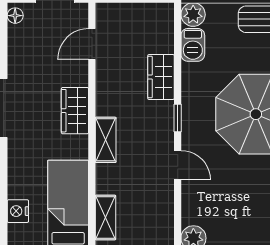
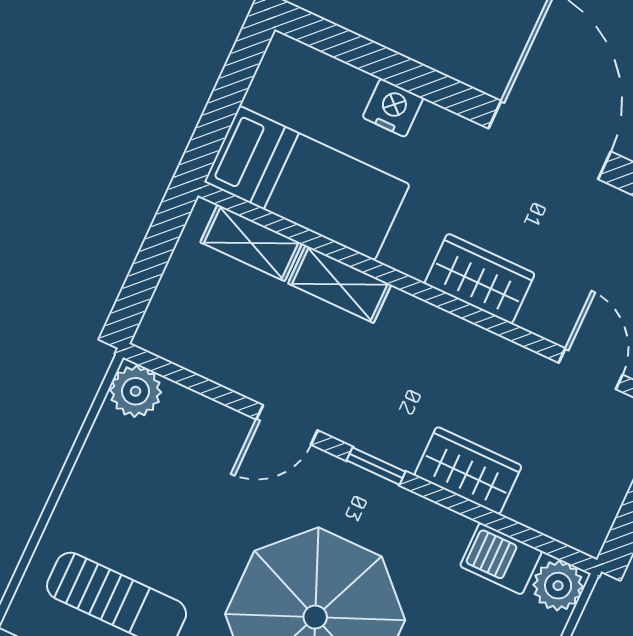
shelving: (106, 140) -> (340, 284), moved
nightstand: (18, 211) -> (393, 108), moved

